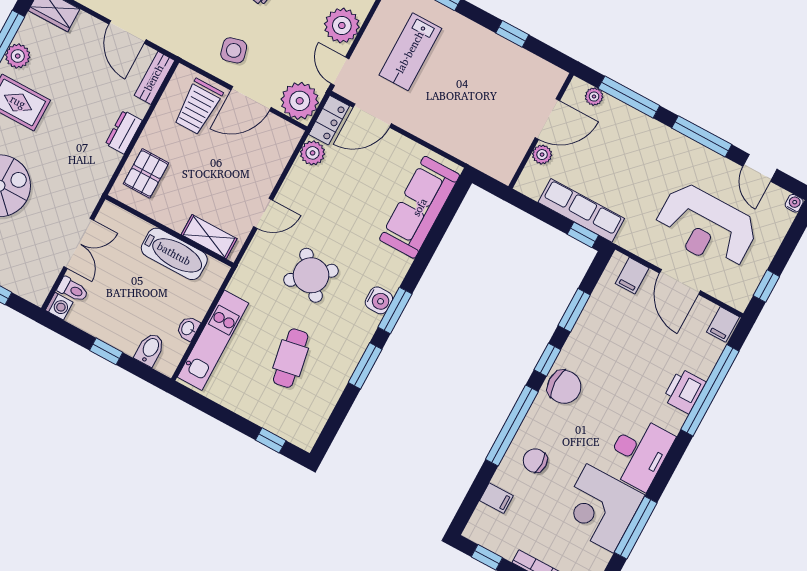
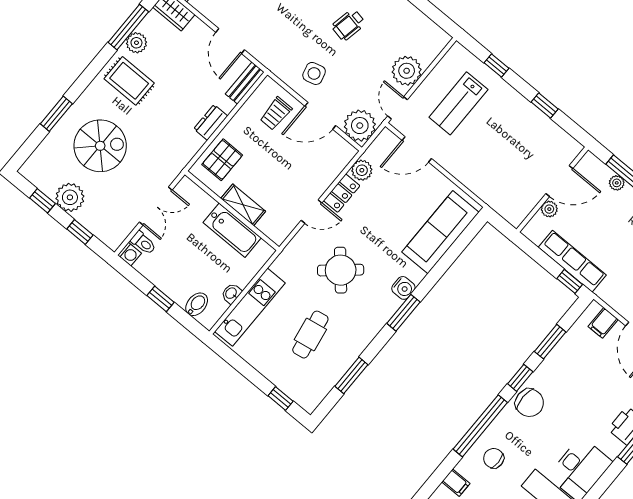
plant: (594, 97) -> (617, 183), moved
trolley: (198, 107) -> (276, 114), width x0.73, depth x0.72
locker: (329, 120) -> (342, 193), moved
shelving: (209, 237) -> (243, 205), moved
water cooler: (379, 300) -> (403, 288), moved
window: (365, 366) -> (351, 375), moved

